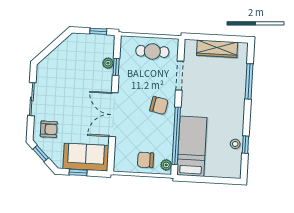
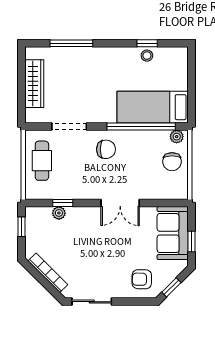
bookcase: (59, 51) -> (48, 273), added
sliding door: (32, 99) -> (92, 302), moved
chair: (159, 105) -> (106, 149), turned 78
double door: (113, 115) -> (120, 203), width x0.73
armchair: (49, 129) -> (142, 279), turned -89

